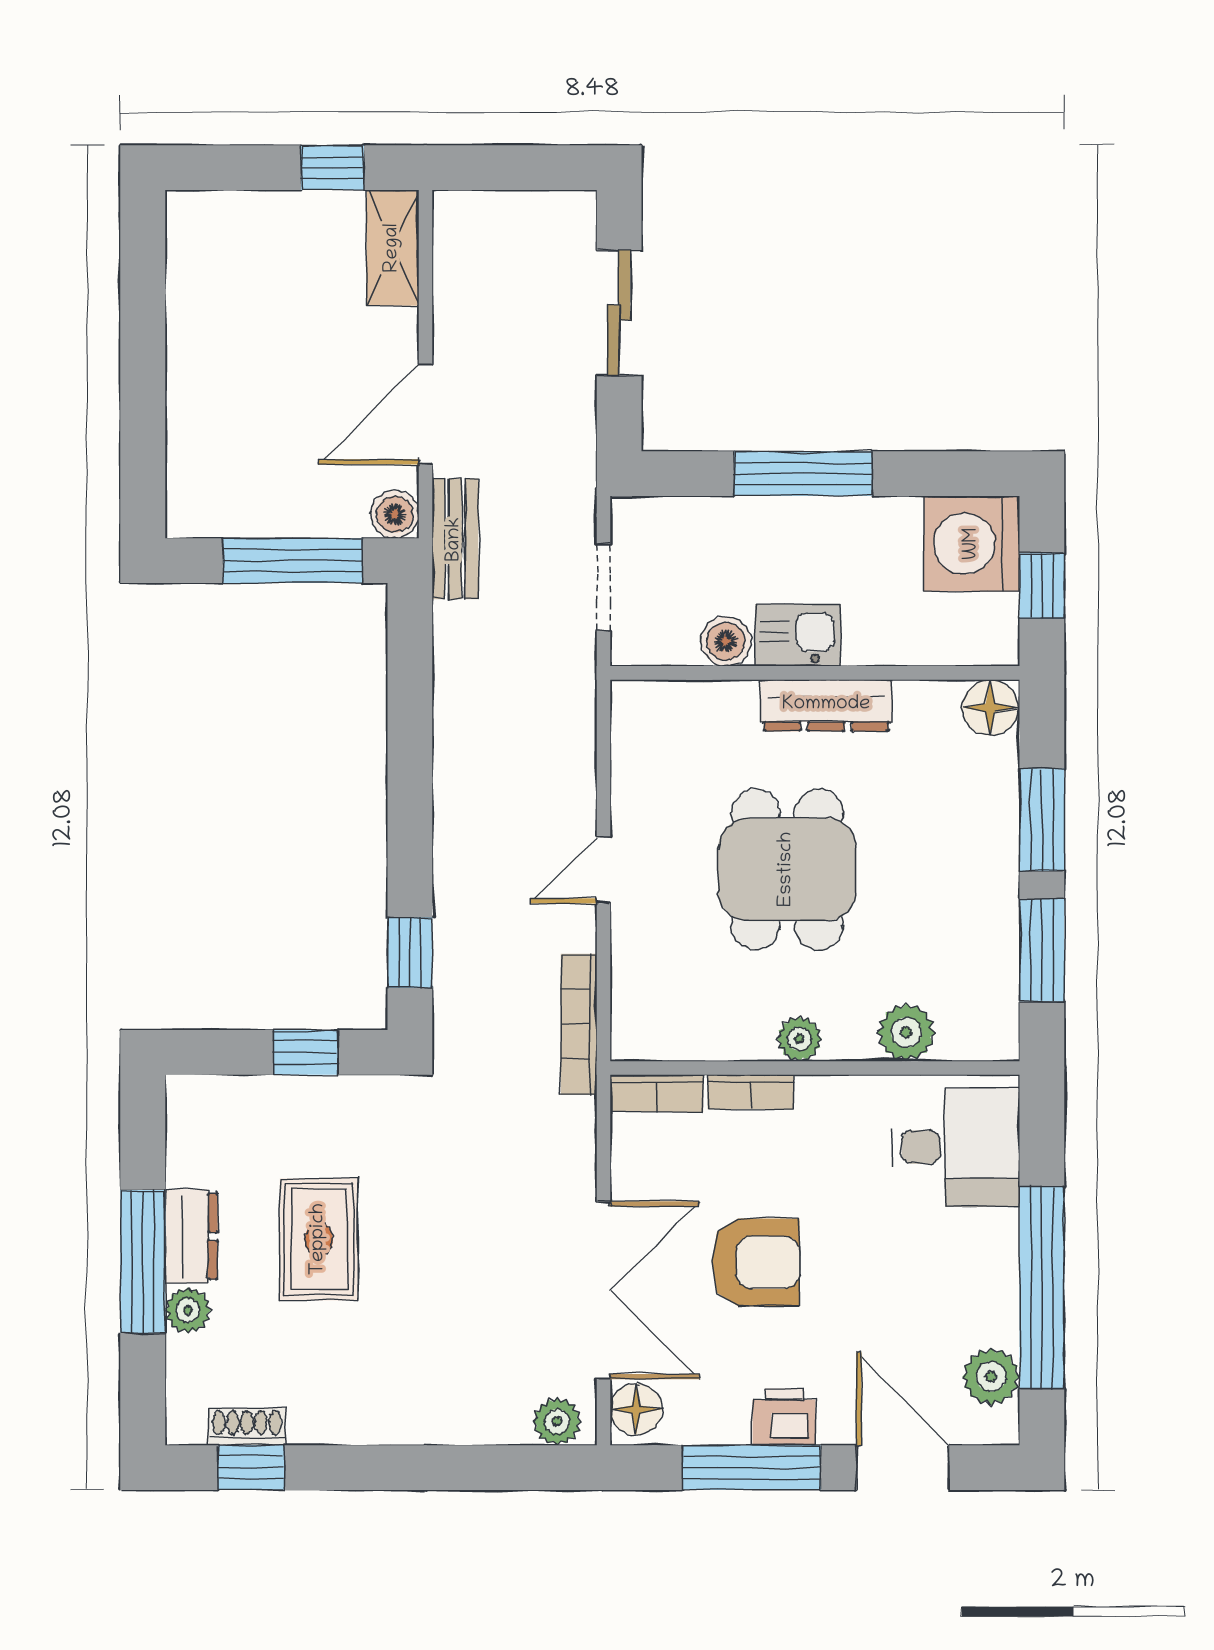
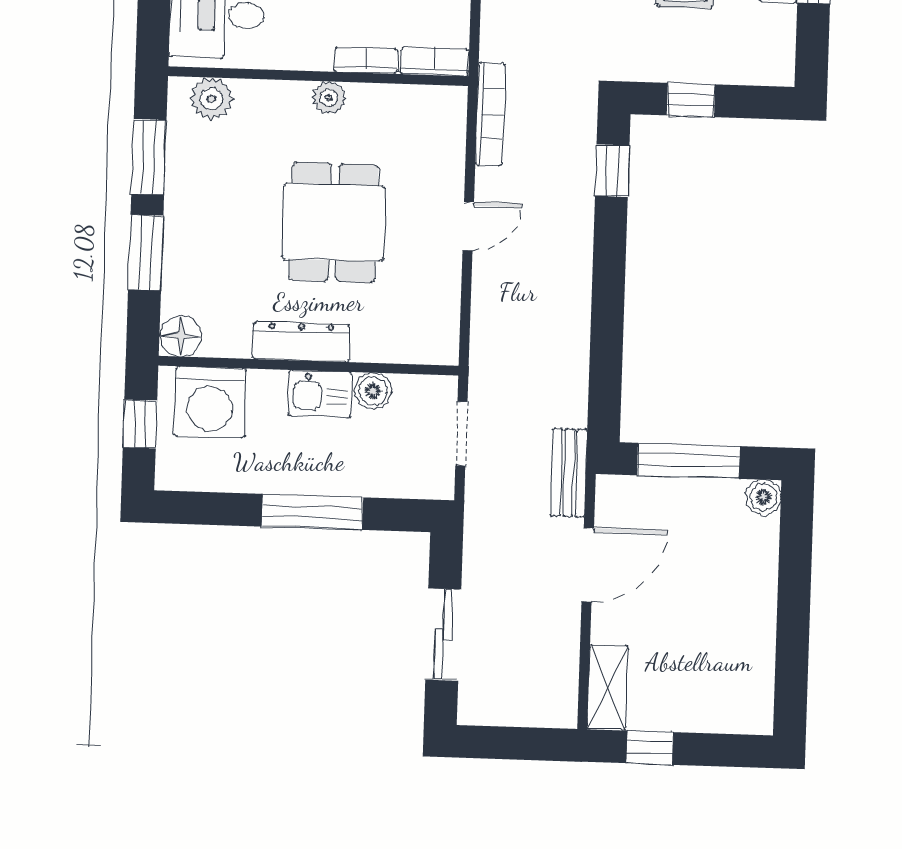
boiler: (395, 514) -> (763, 497), moved
washing machine: (972, 544) -> (210, 402), moved, turned 90
plant: (906, 1032) -> (211, 99), moved

